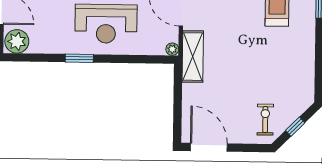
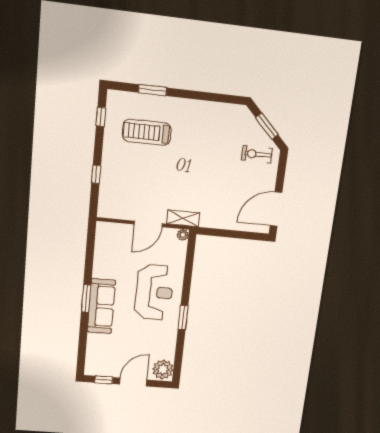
shelving: (193, 57) -> (183, 218), width x0.67, depth x0.75
window: (295, 127) -> (267, 126), width x1.50

